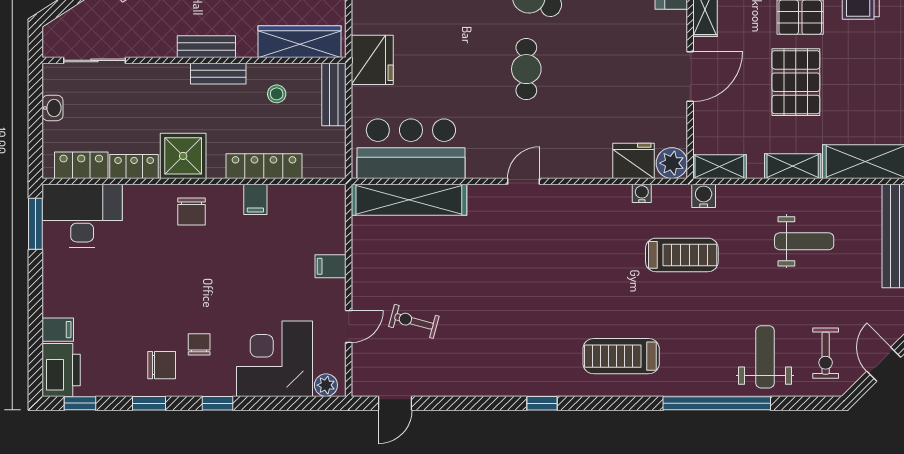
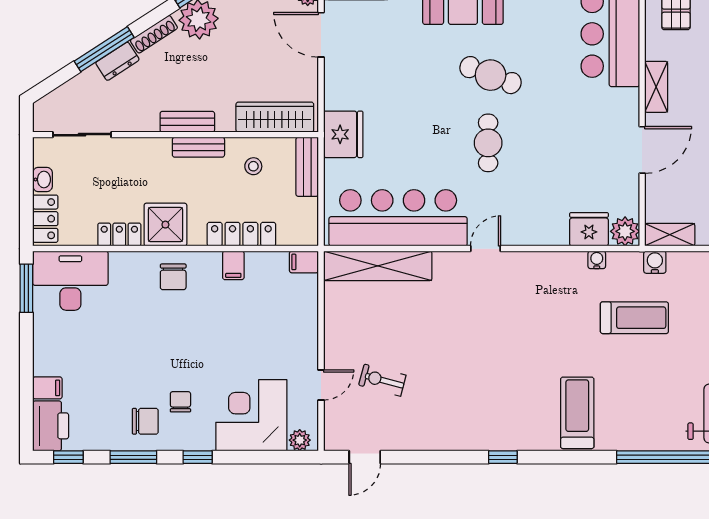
bar counter: (411, 149) -> (398, 218), width x1.36
locker: (81, 165) -> (45, 219), moved, turned 90
filing cabinet: (330, 266) -> (304, 262), moved
treadmill: (621, 356) -> (577, 413), turned 90
window: (149, 403) -> (133, 457), width x1.50

